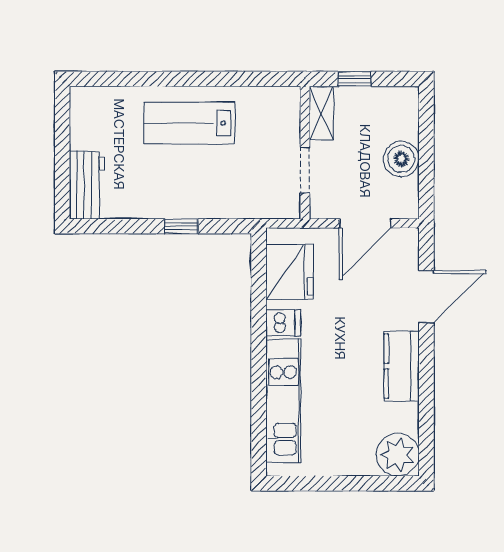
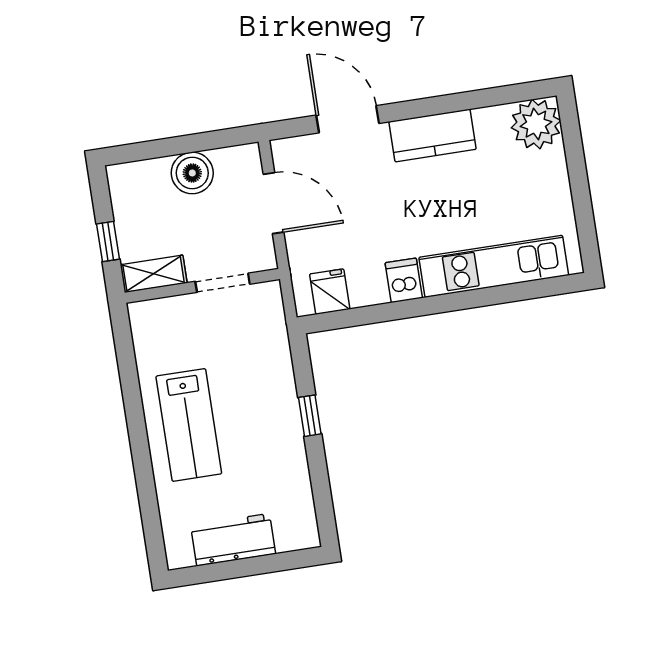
workbench: (87, 185) -> (233, 540), moved
fridge: (289, 272) -> (330, 292), width x0.53, depth x0.75

